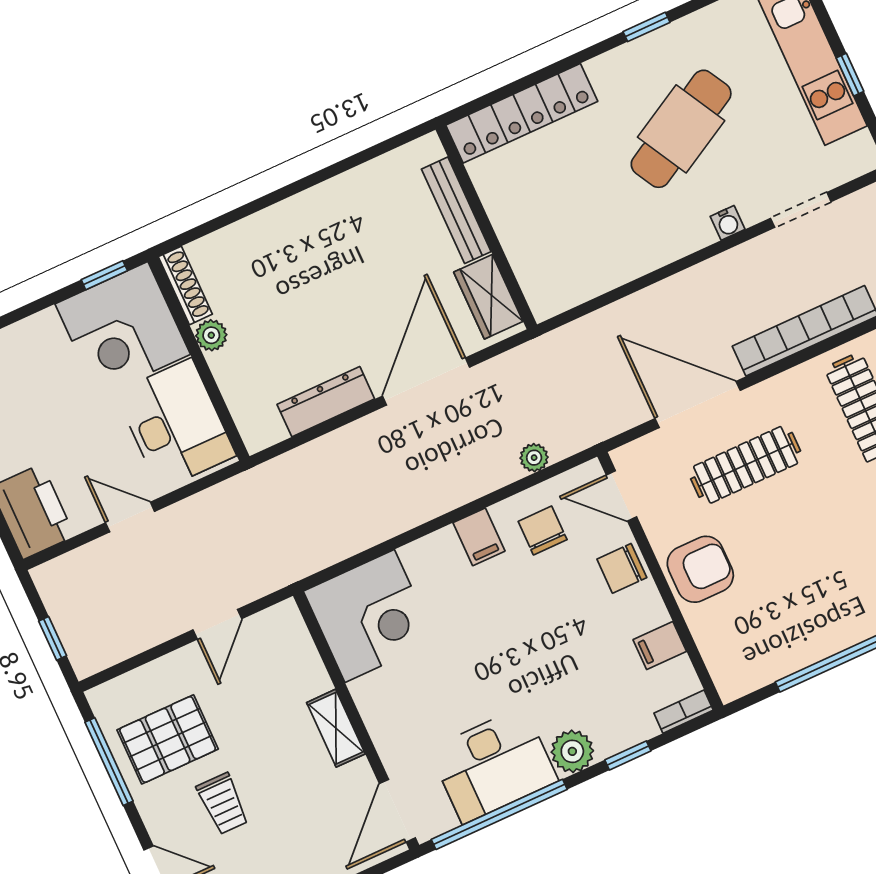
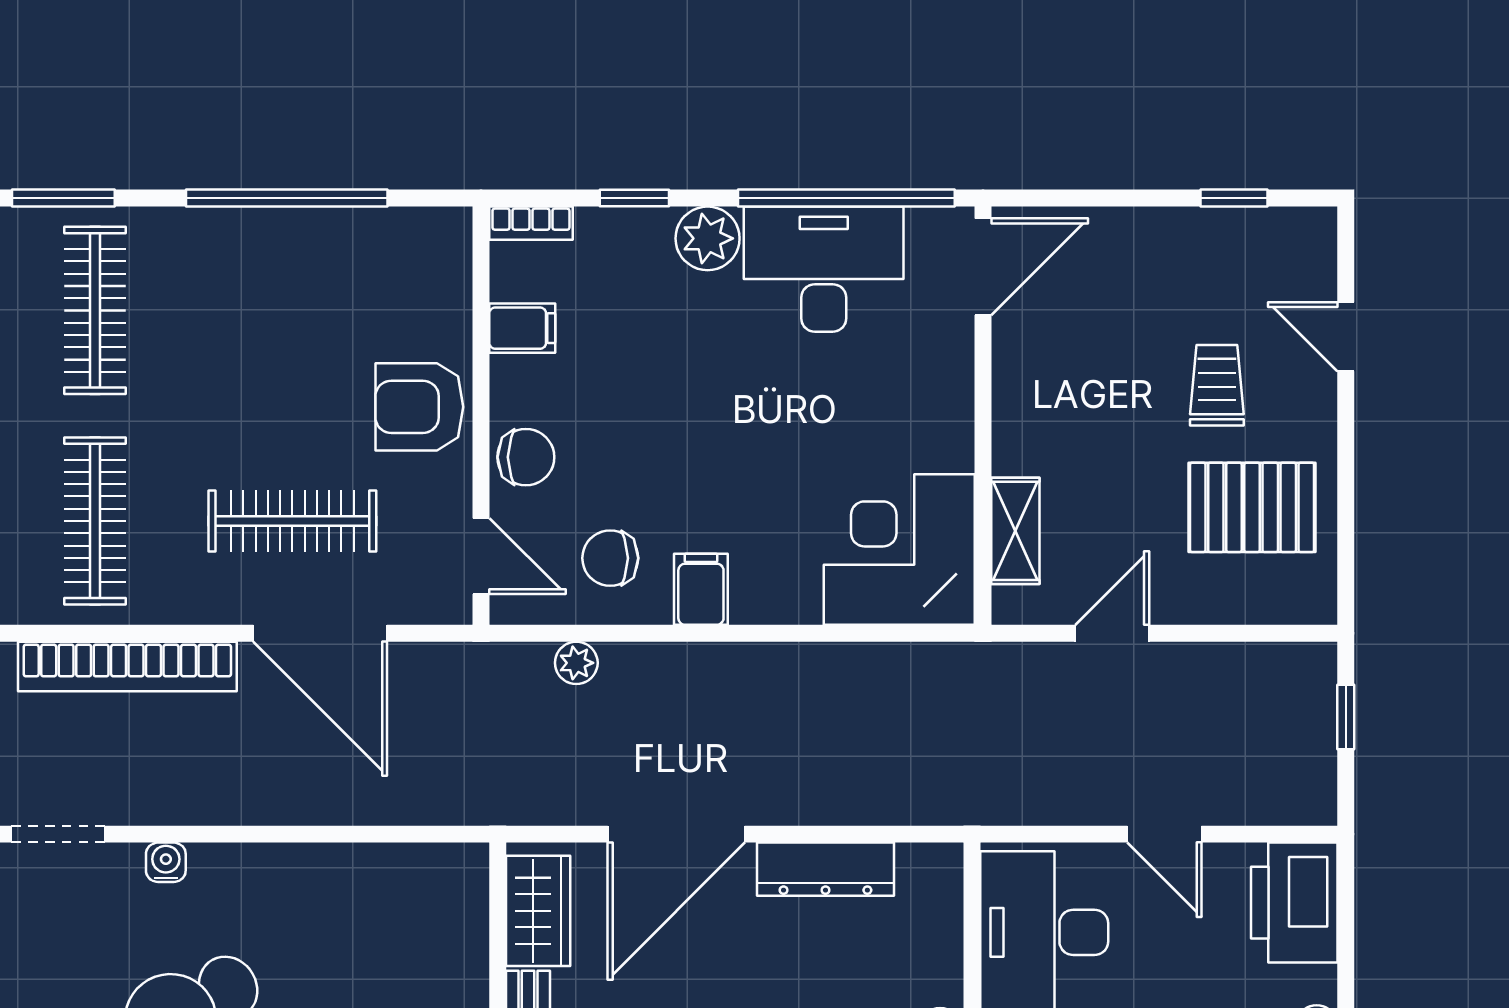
chair: (543, 531) -> (610, 558), turned 90
shelving: (336, 728) -> (1015, 531), moved
window: (109, 762) -> (1346, 514), removed

